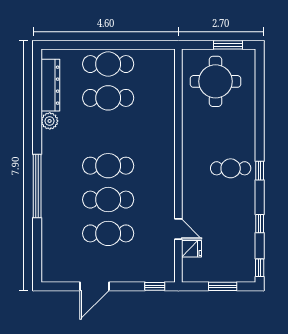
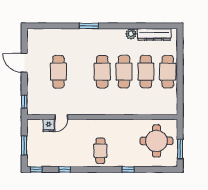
window: (260, 171) -> (128, 169), moved
window: (37, 186) -> (89, 26), width x0.47
cafe table: (108, 200) -> (124, 72), moved

